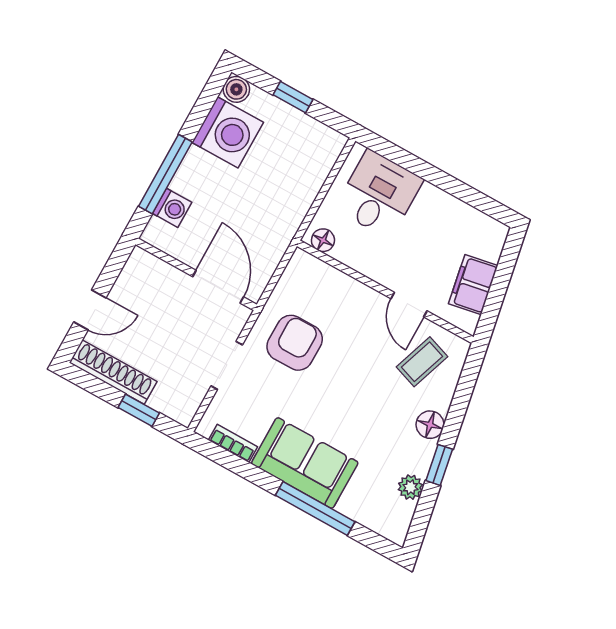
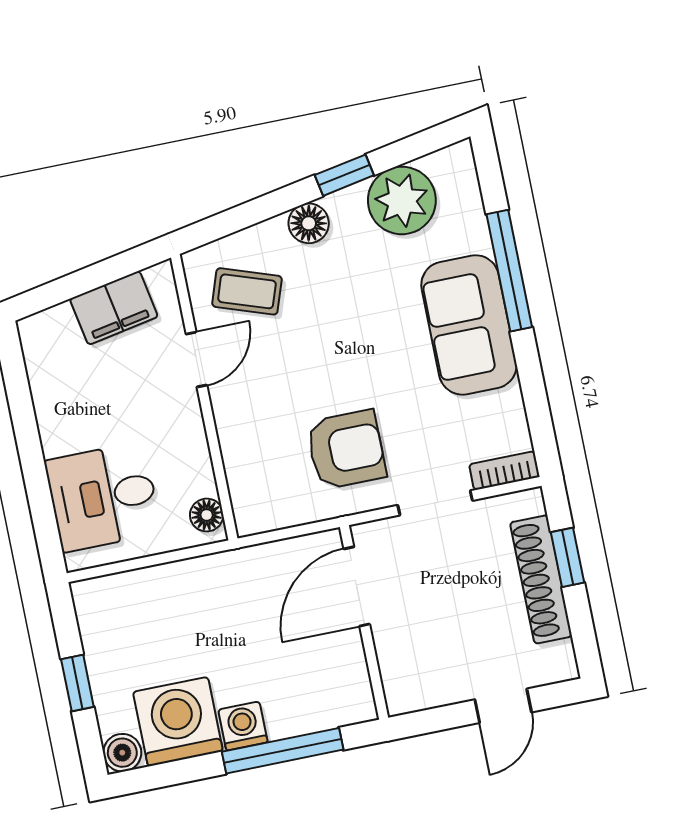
washing machine: (172, 208) -> (243, 726), moved
door: (90, 310) -> (503, 706), swing flipped
armchair: (295, 343) -> (346, 450), turned 180
shoe rack: (113, 372) -> (541, 579), moved
bookcase: (233, 443) -> (504, 471), moved, turned 90
plant: (410, 487) -> (402, 200), width x1.88, depth x1.88

